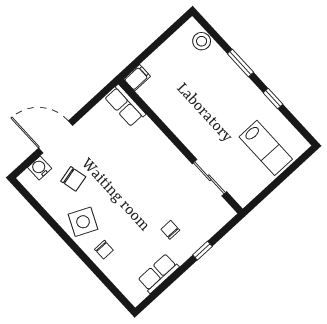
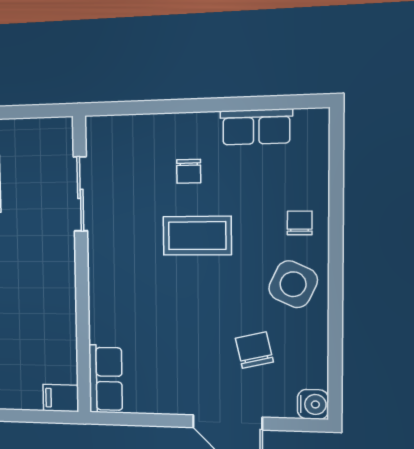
water cooler: (40, 168) -> (313, 404), moved, turned -90
coffee table: (142, 206) -> (197, 236), added
window: (202, 251) -> (172, 106), removed

